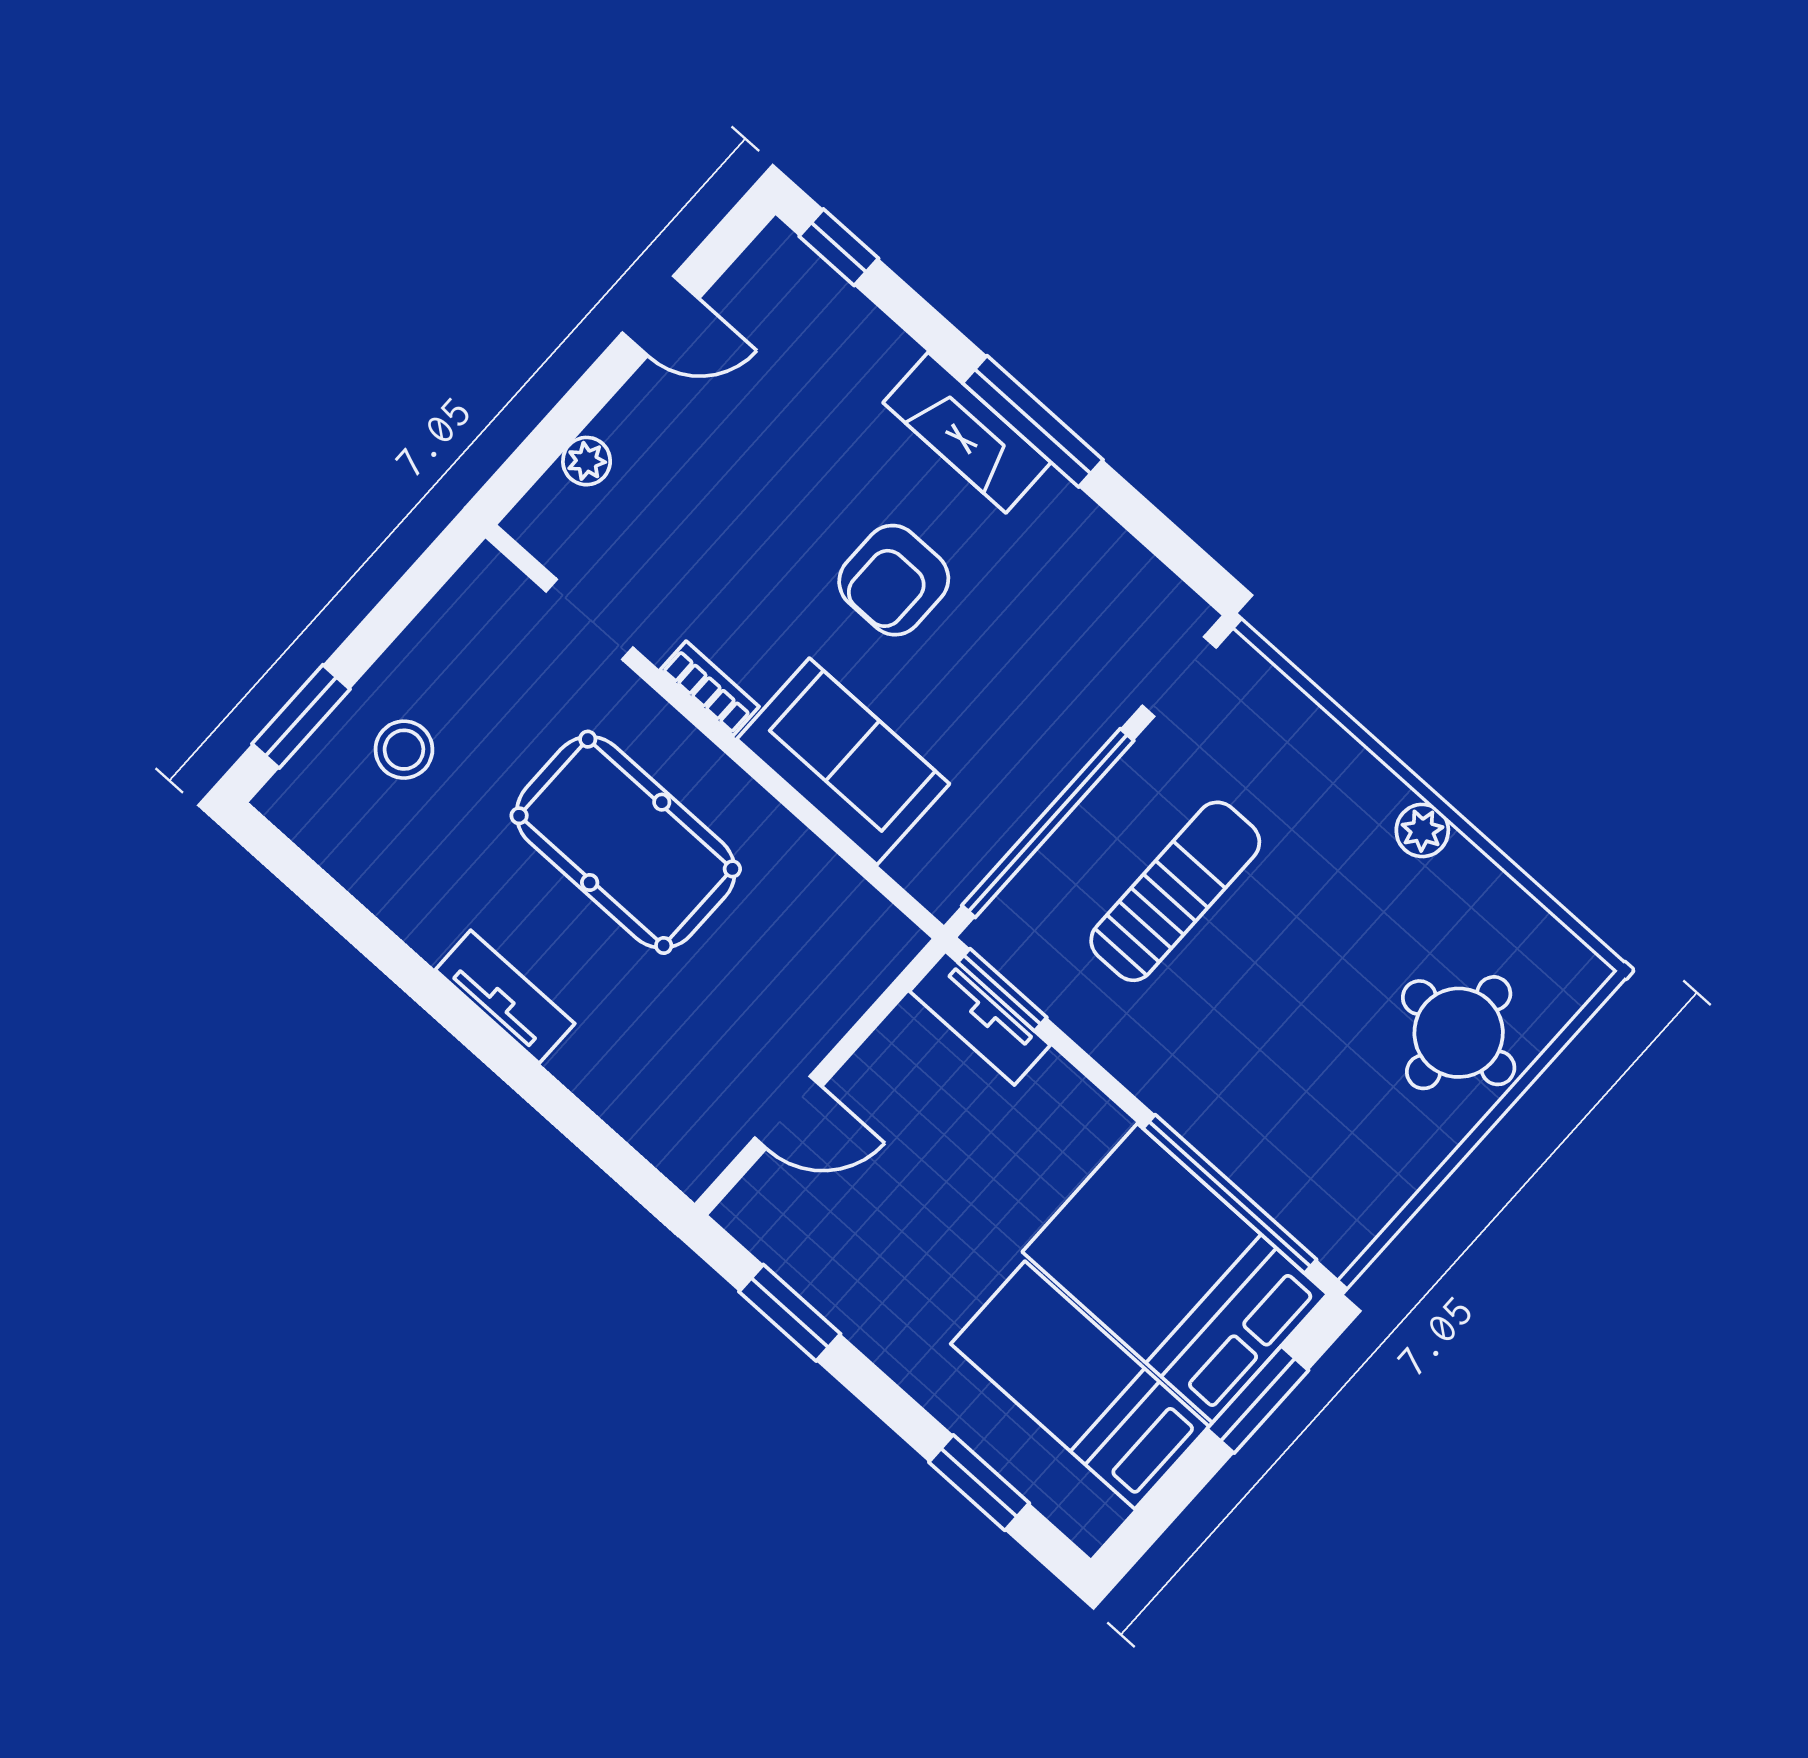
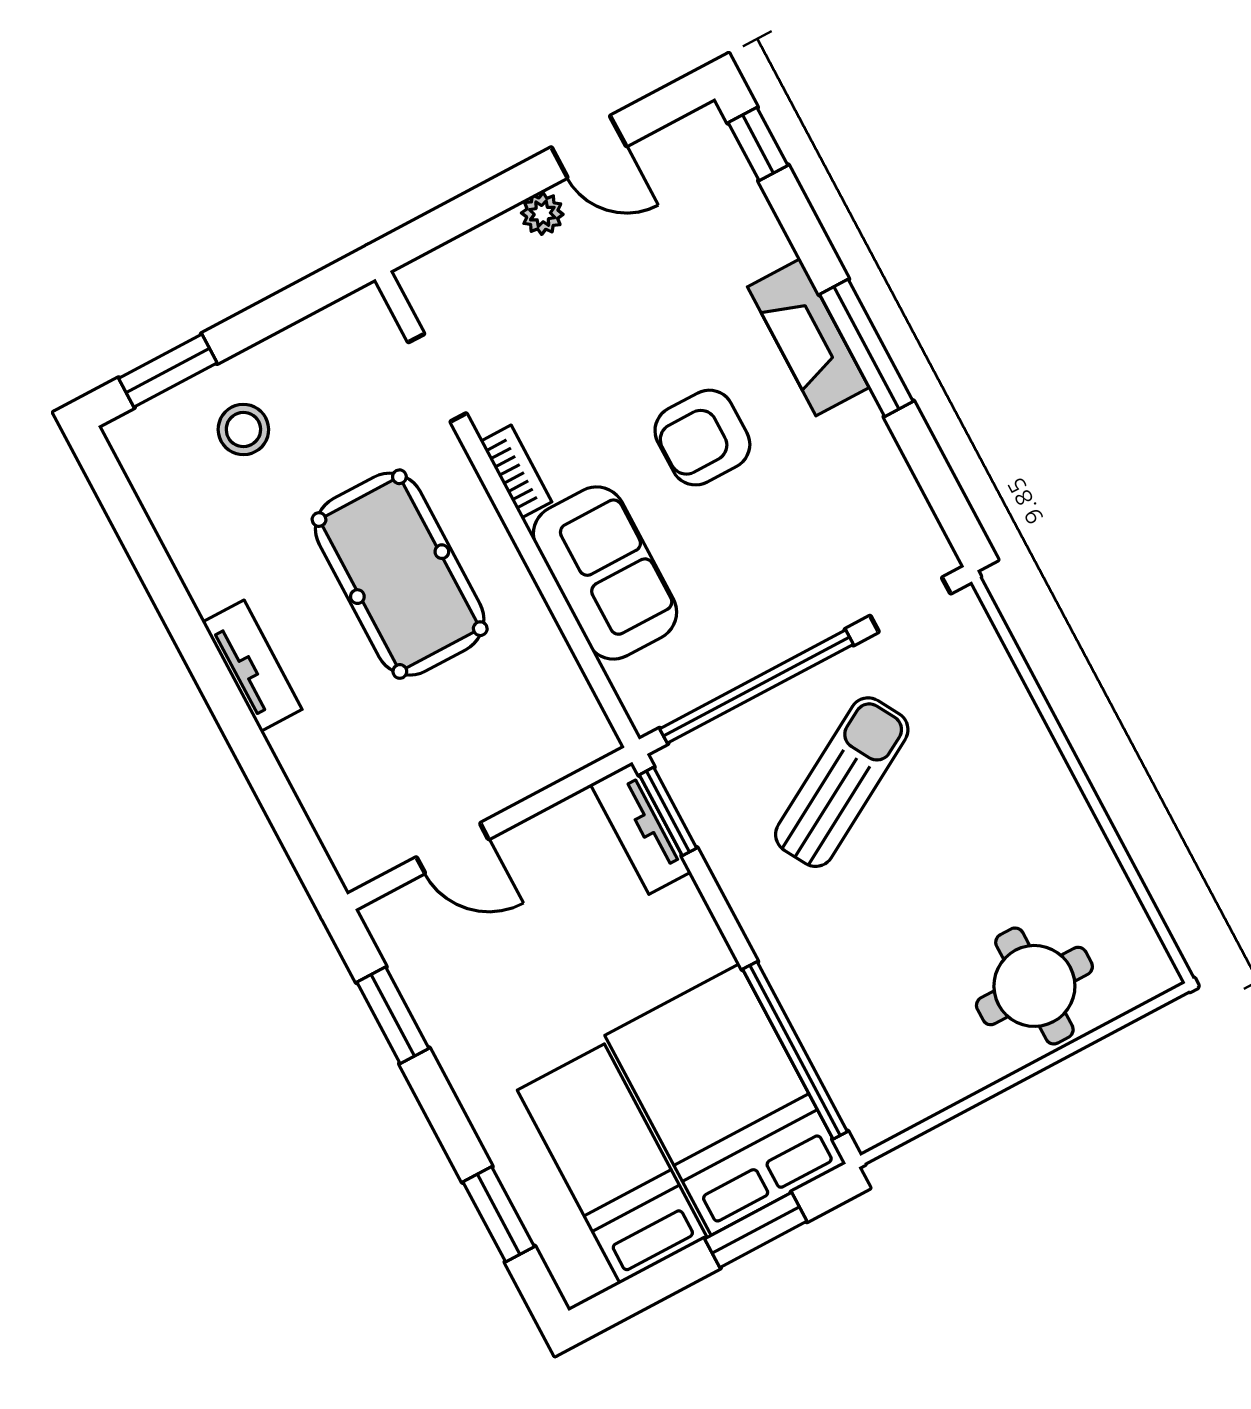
plant: (587, 461) -> (542, 214), moved
plant: (1422, 830) -> (1066, 807), removed
sun lounger: (1175, 891) -> (842, 782), turned -30

